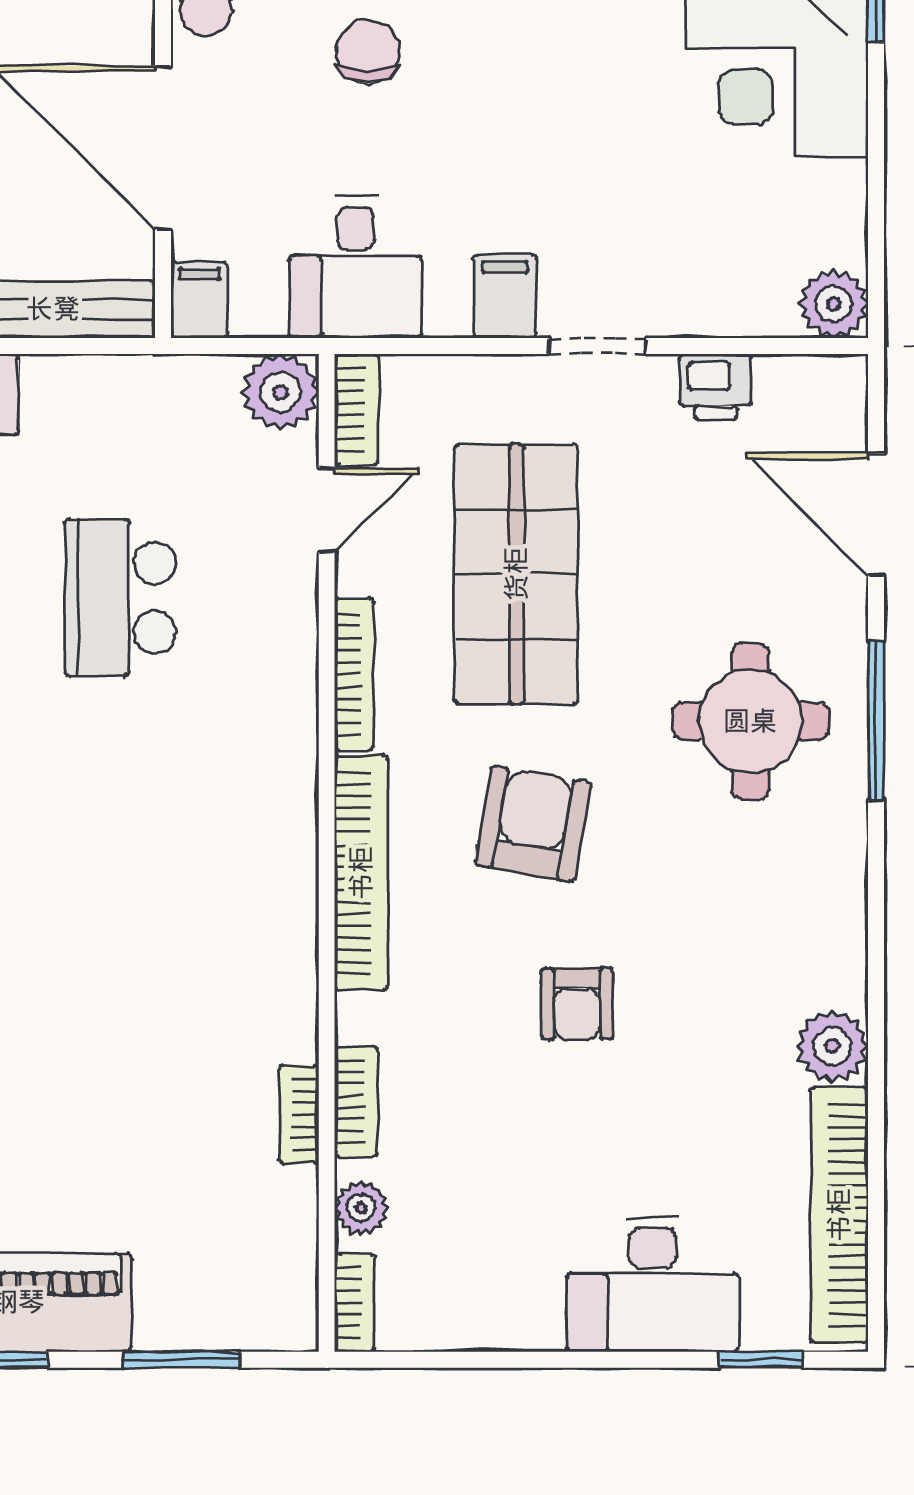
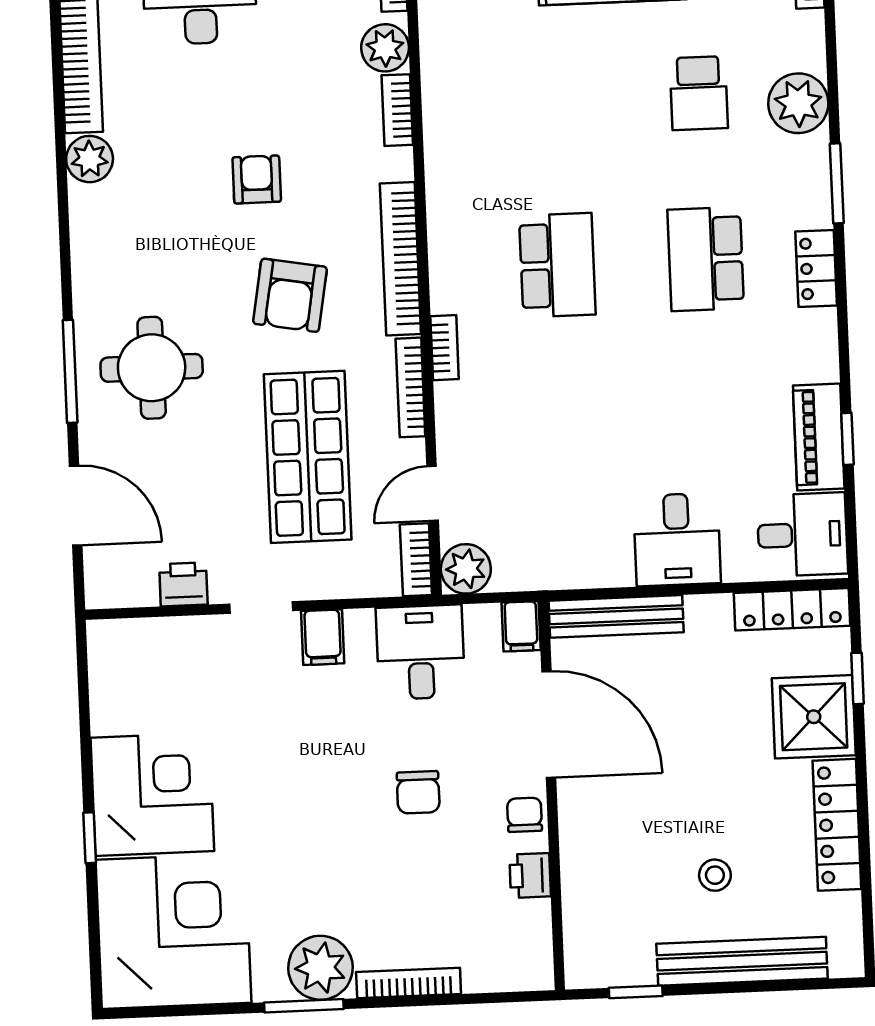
plant: (834, 304) -> (109, 641), removed
school desk: (120, 597) -> (557, 265), moved
bookcase: (299, 1114) -> (445, 348), moved
plant: (361, 1208) -> (385, 48), width x1.38, depth x1.38

